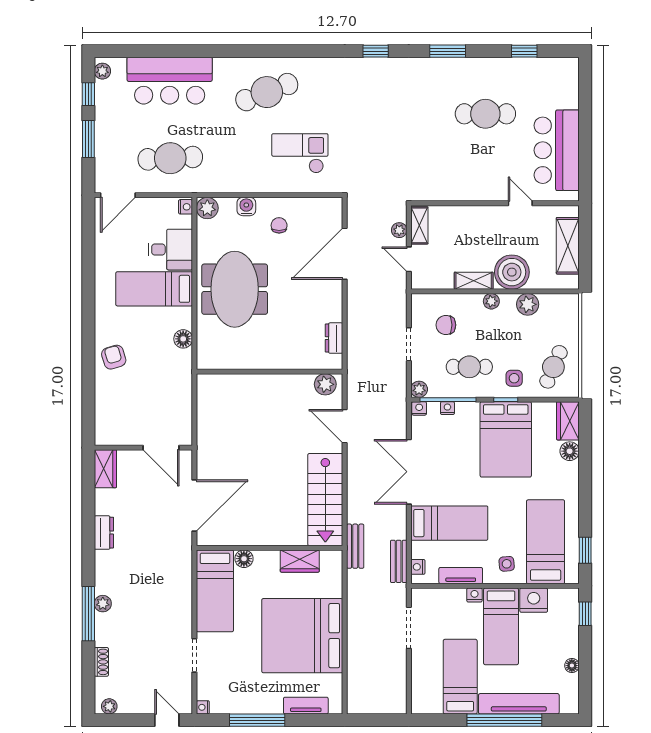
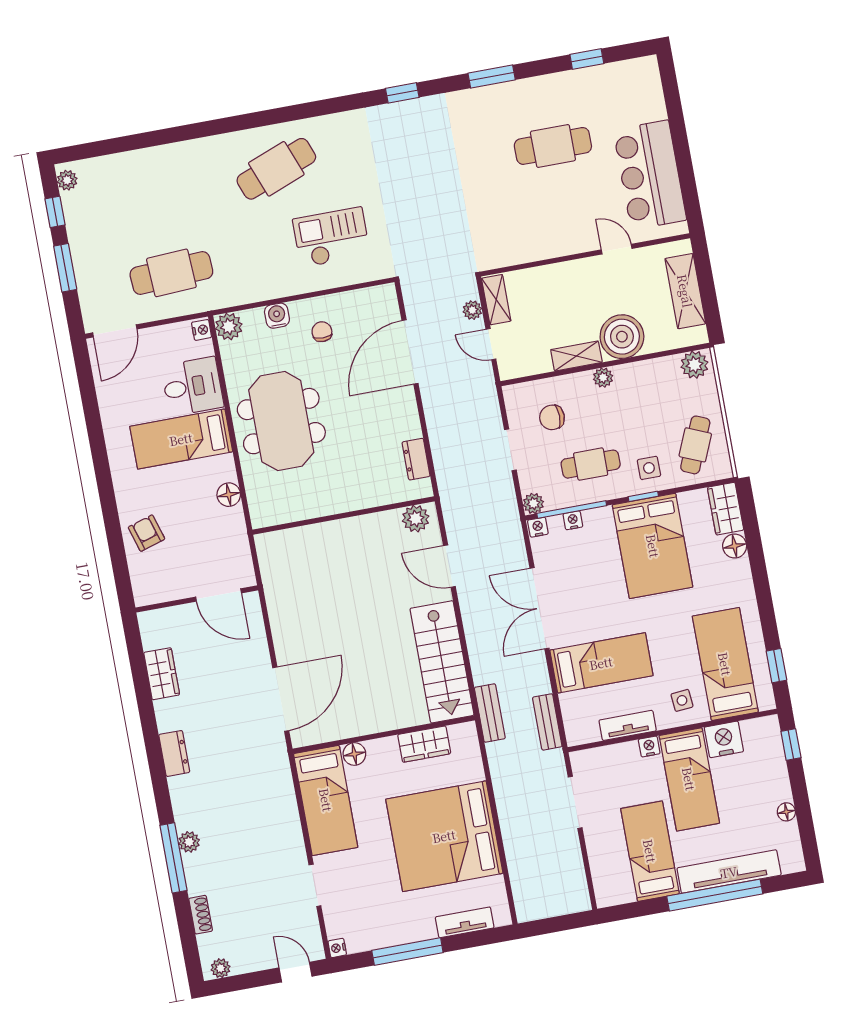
bar counter: (170, 81) -> (153, 177), removed
plant: (528, 304) -> (694, 365), moved
wall: (143, 448) -> (197, 599), moved
door: (161, 448) -> (219, 595), moved
nightstand: (418, 567) -> (572, 724), removed

